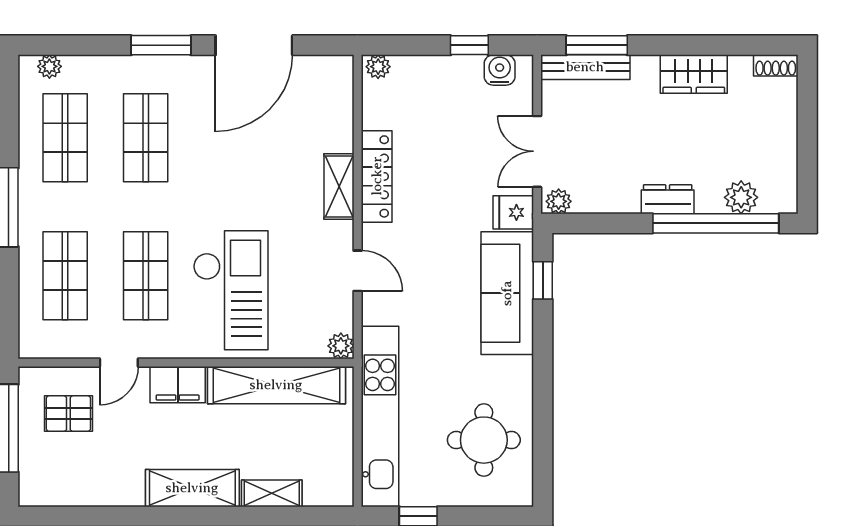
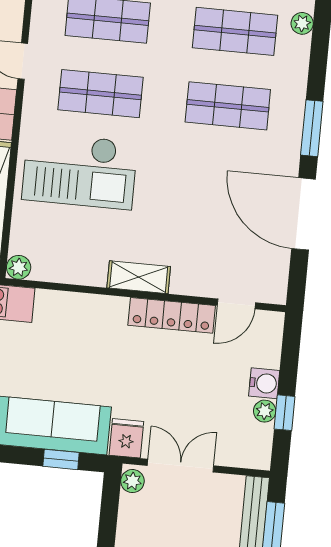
plant: (378, 67) -> (265, 411), moved
water cooler: (500, 70) -> (264, 383), moved
shelving: (339, 186) -> (139, 277), moved
door: (358, 271) -> (236, 304), moved

